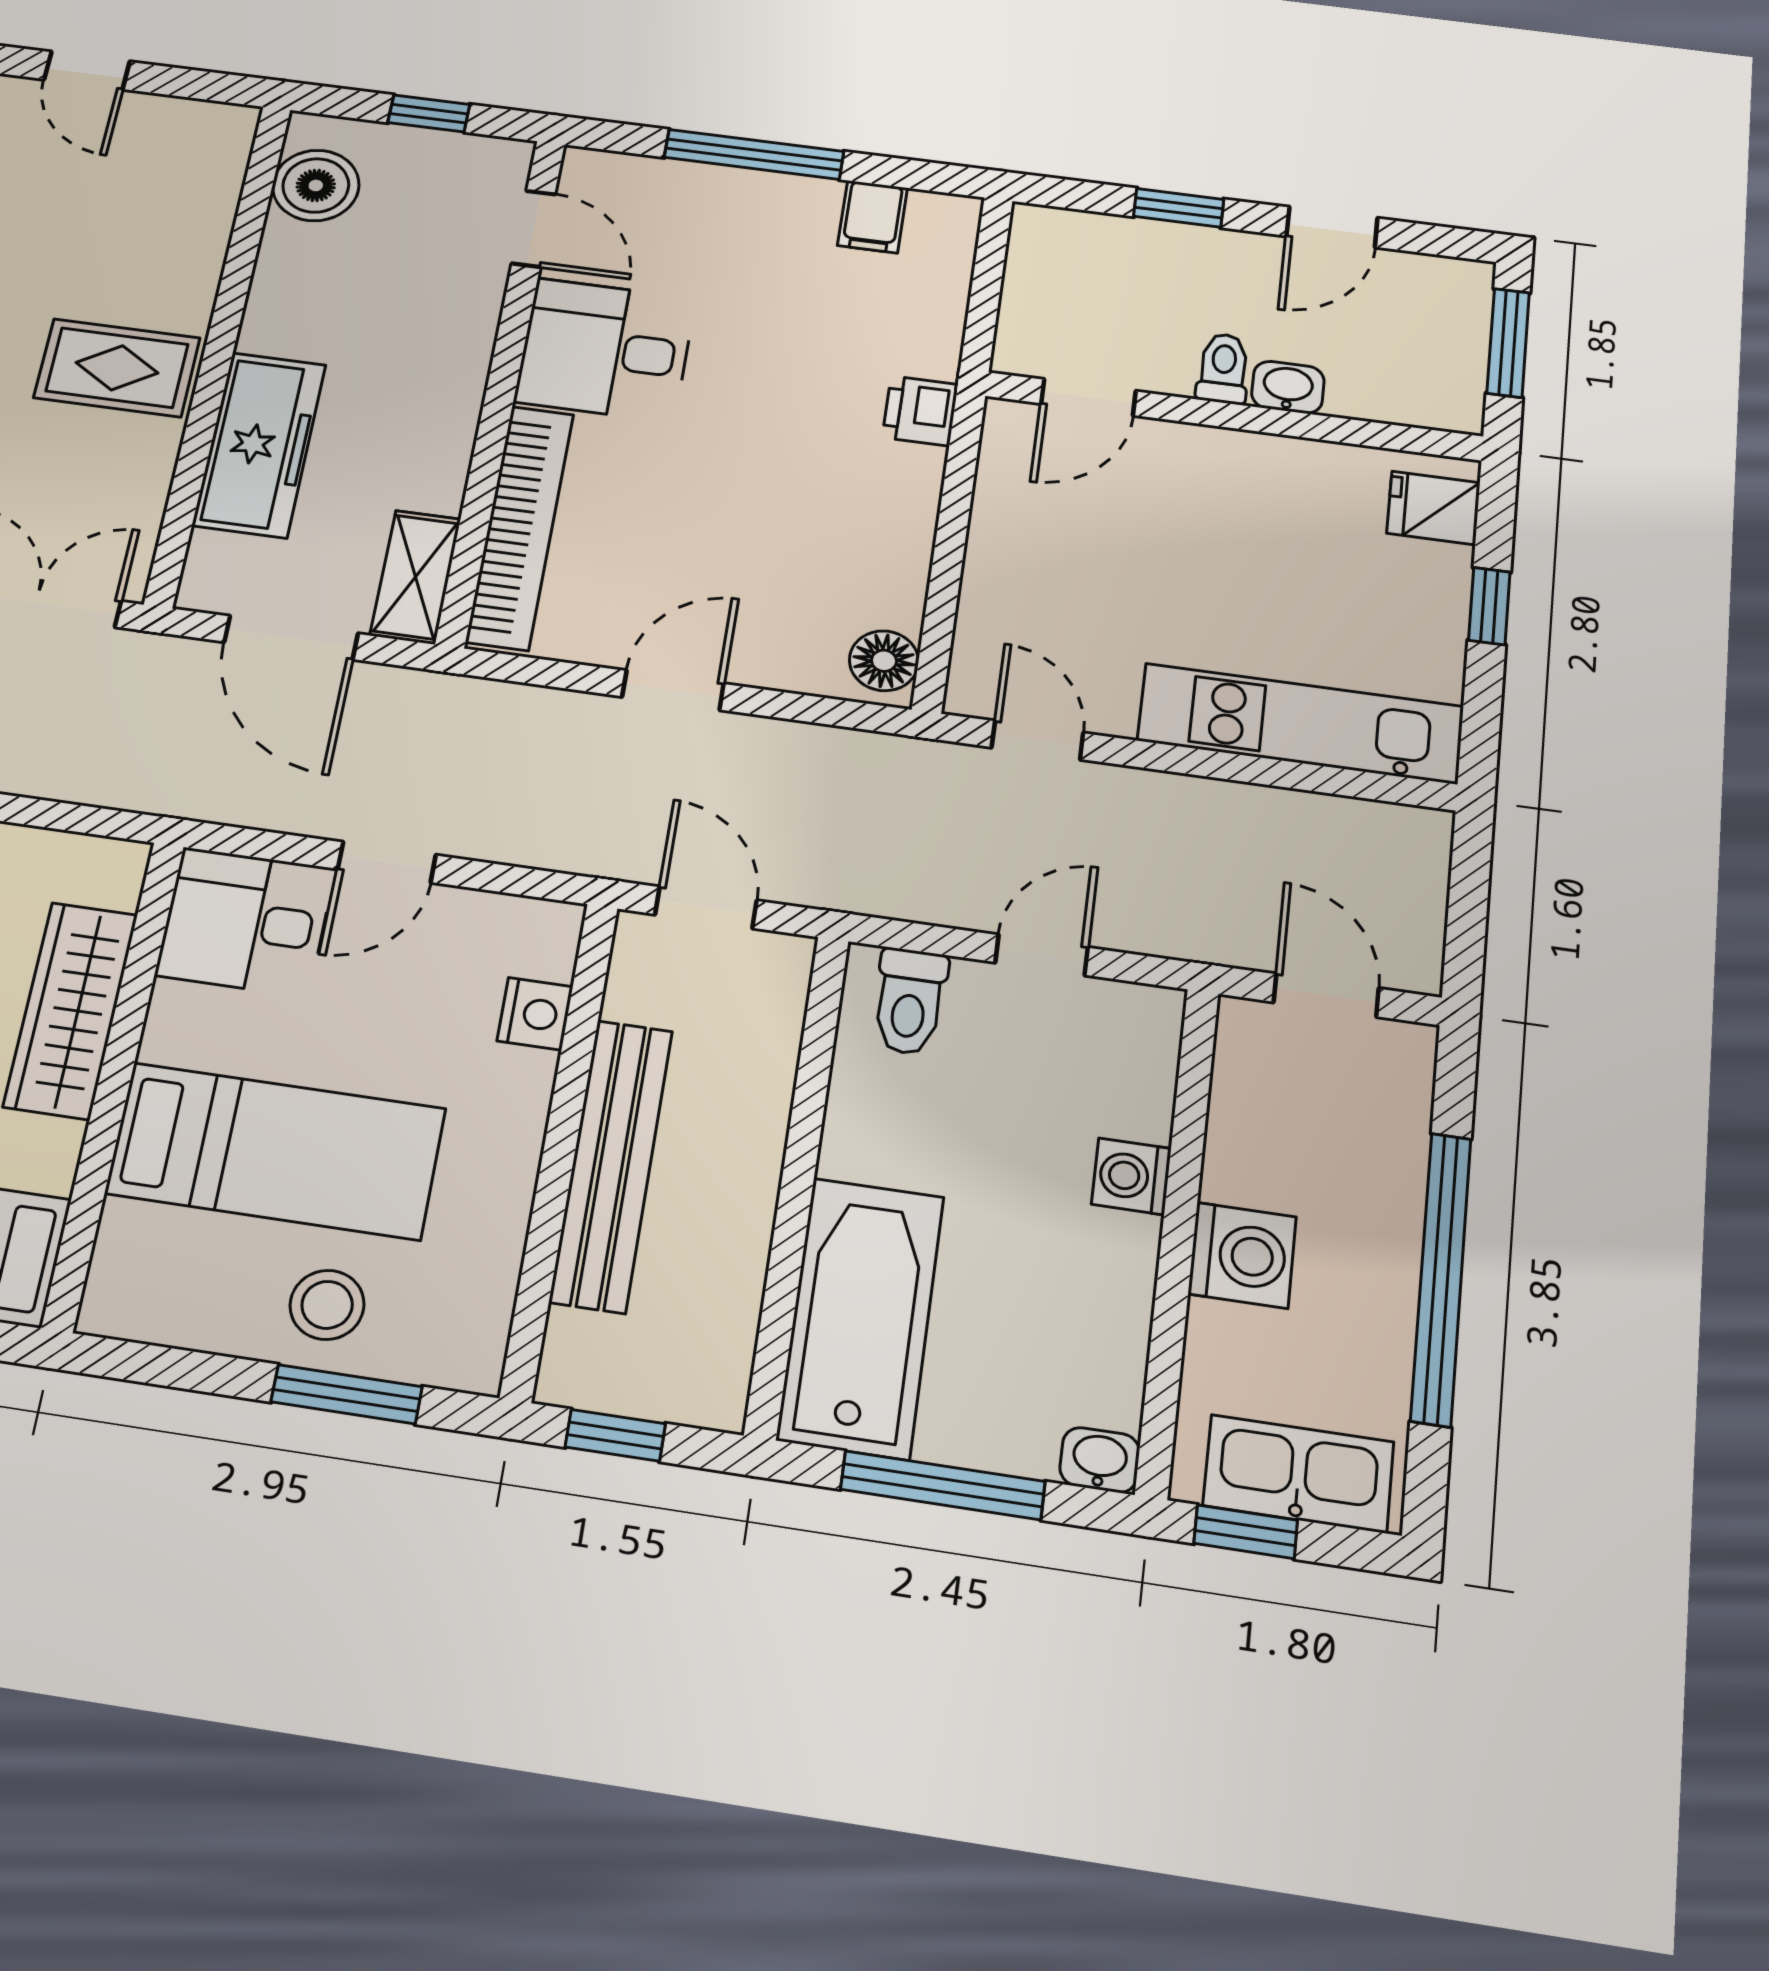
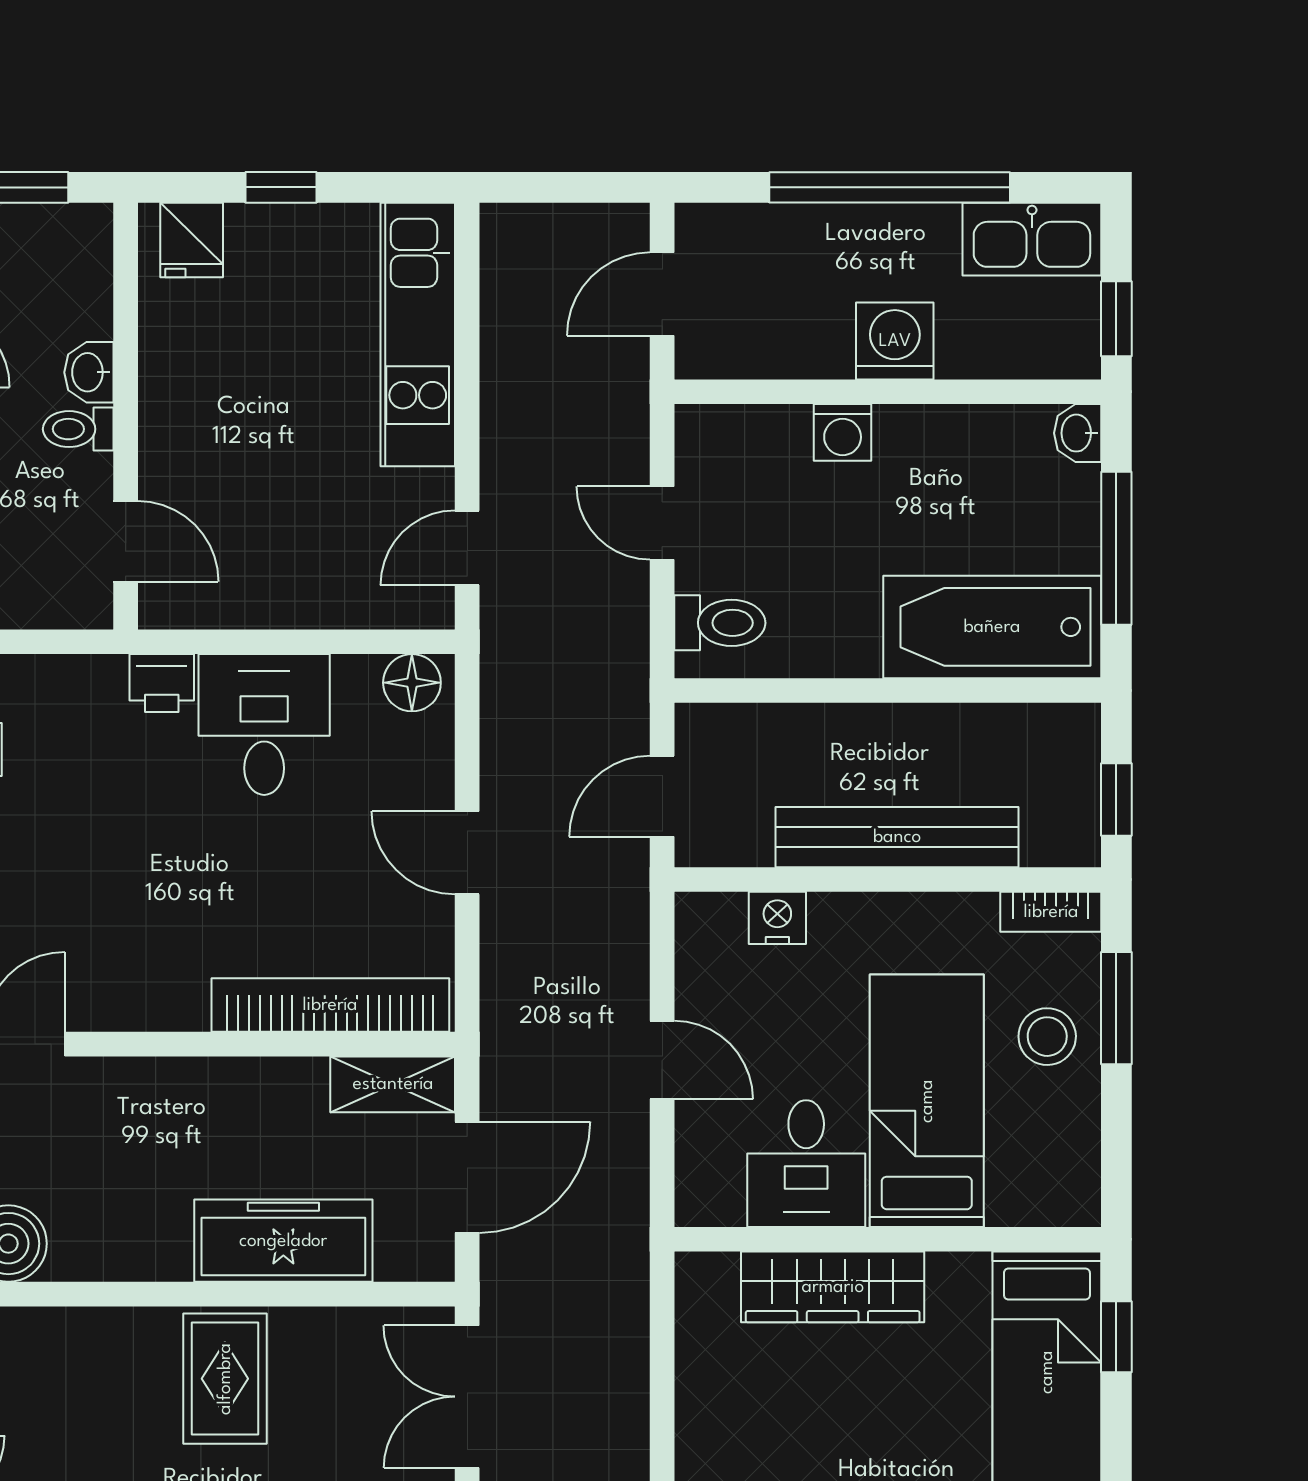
desk: (605, 350) -> (264, 724), moved, turned 180
desk: (245, 922) -> (806, 1164), moved
bookcase: (485, 1333) -> (1051, 912), added
kitchen sink: (1299, 1474) -> (1032, 239), moved, turned -90

